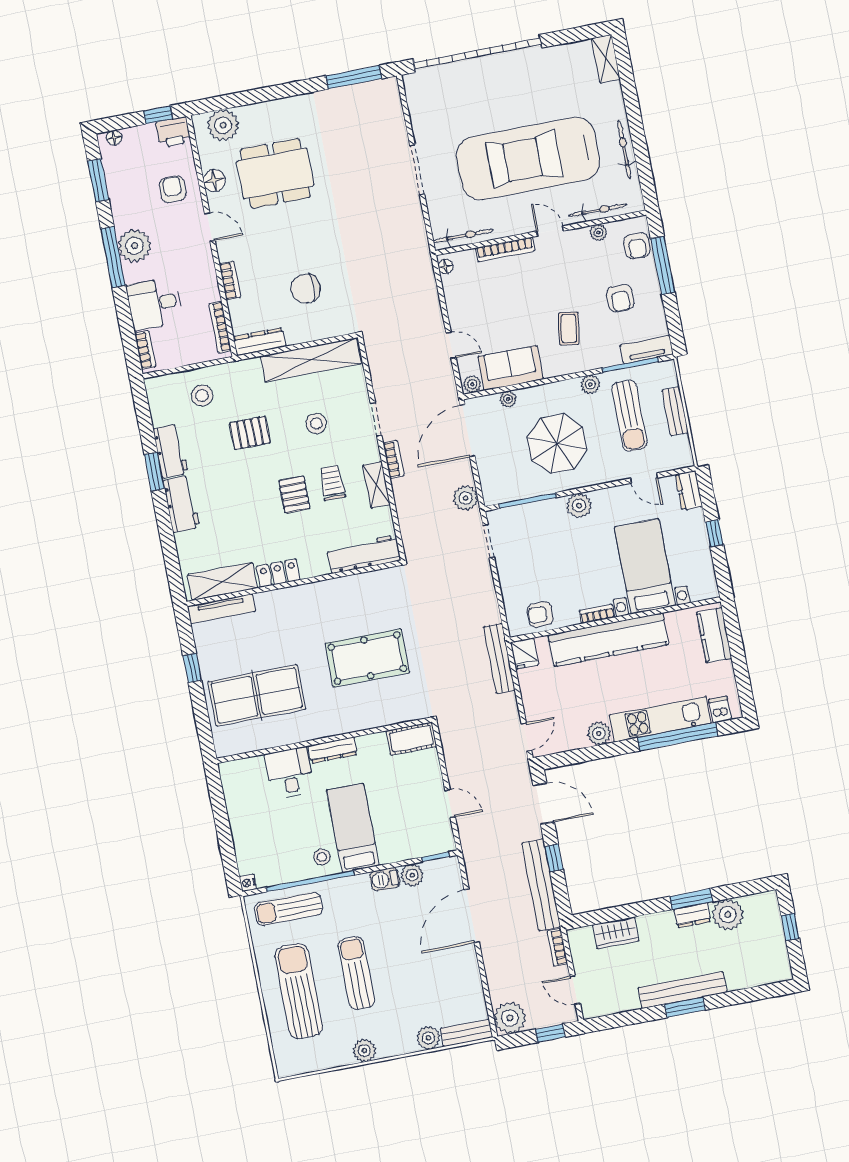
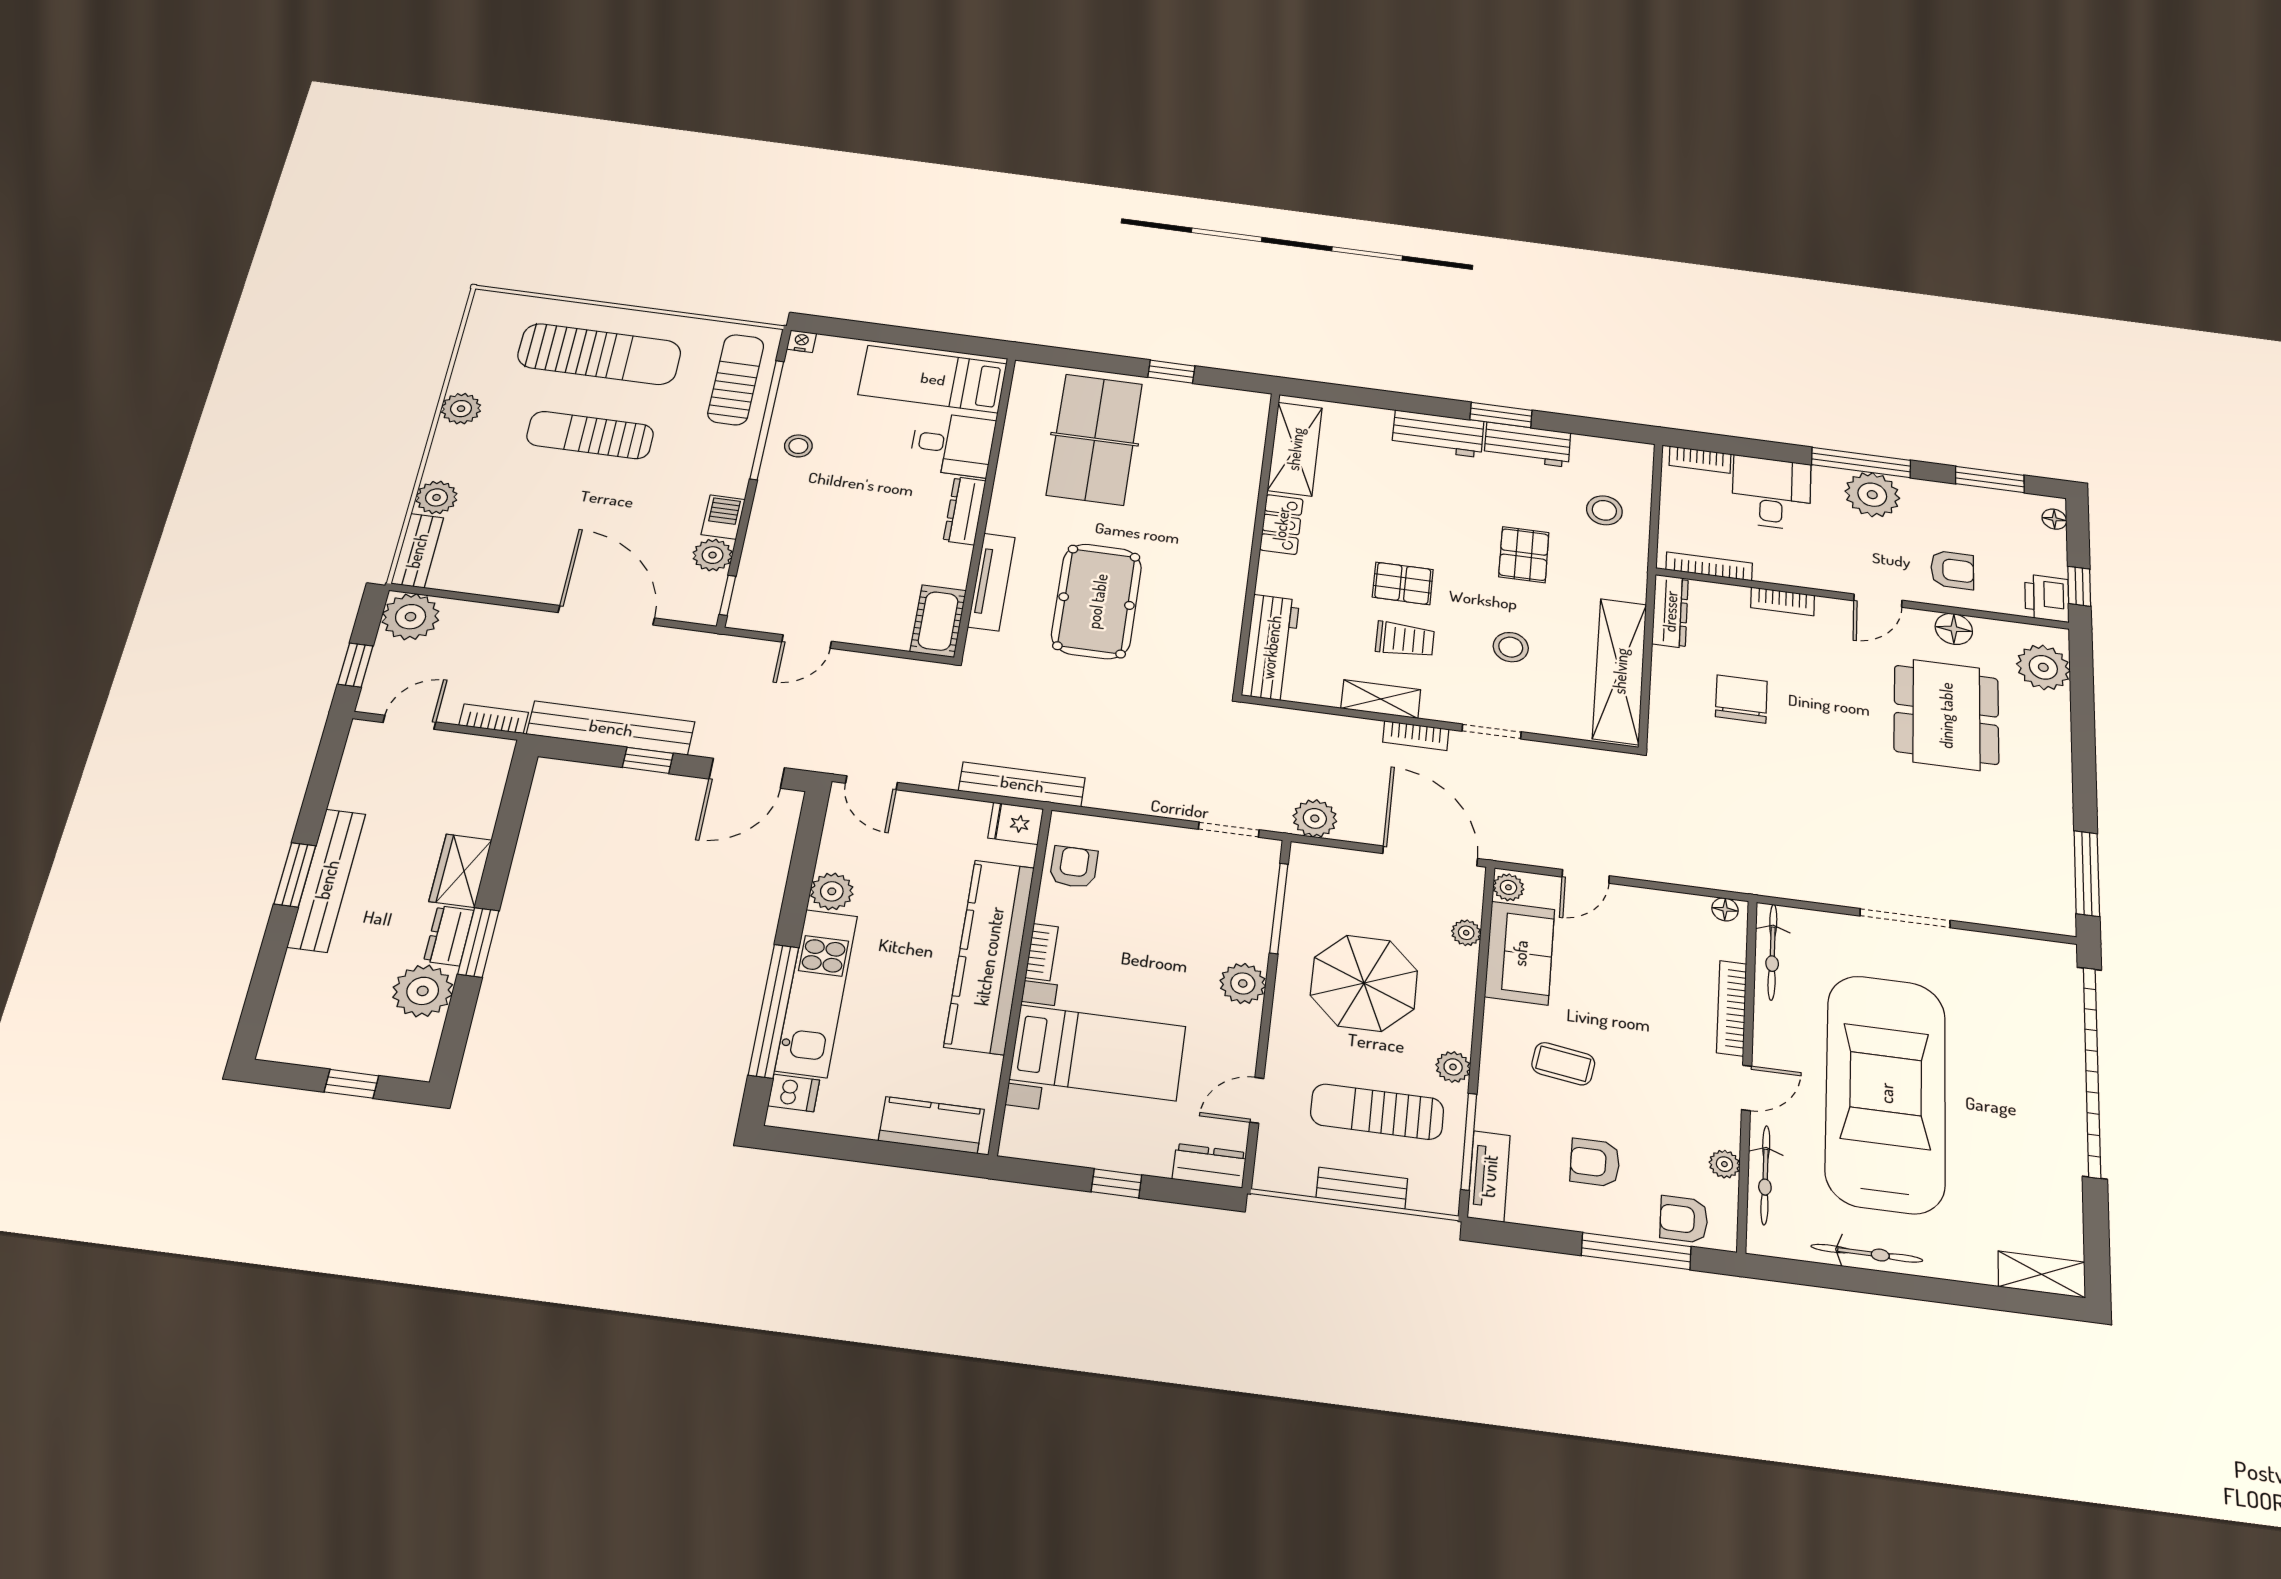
tv unit: (221, 609) -> (991, 582), moved, turned 180
bed: (353, 828) -> (933, 379), moved, turned 180
wardrobe: (616, 933) -> (460, 871), moved
sun lounger: (356, 973) -> (590, 435), turned 180

